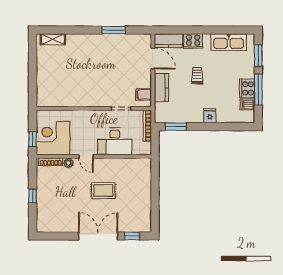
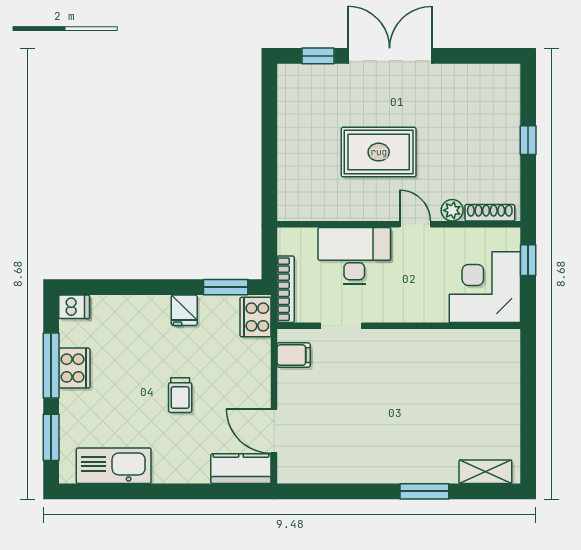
window: (114, 30) -> (424, 491), moved
cooker: (193, 41) -> (255, 317), moved, turned -90
kitchen counter: (161, 88) -> (256, 369), removed
dishwasher: (247, 104) -> (74, 307), moved
fridge: (210, 116) -> (184, 310), moved
corner desk: (53, 138) -> (485, 287), moved, turned 180
rug: (103, 190) -> (379, 152), width x1.36, depth x1.43
double door: (98, 236) -> (390, 56), swing flipped

